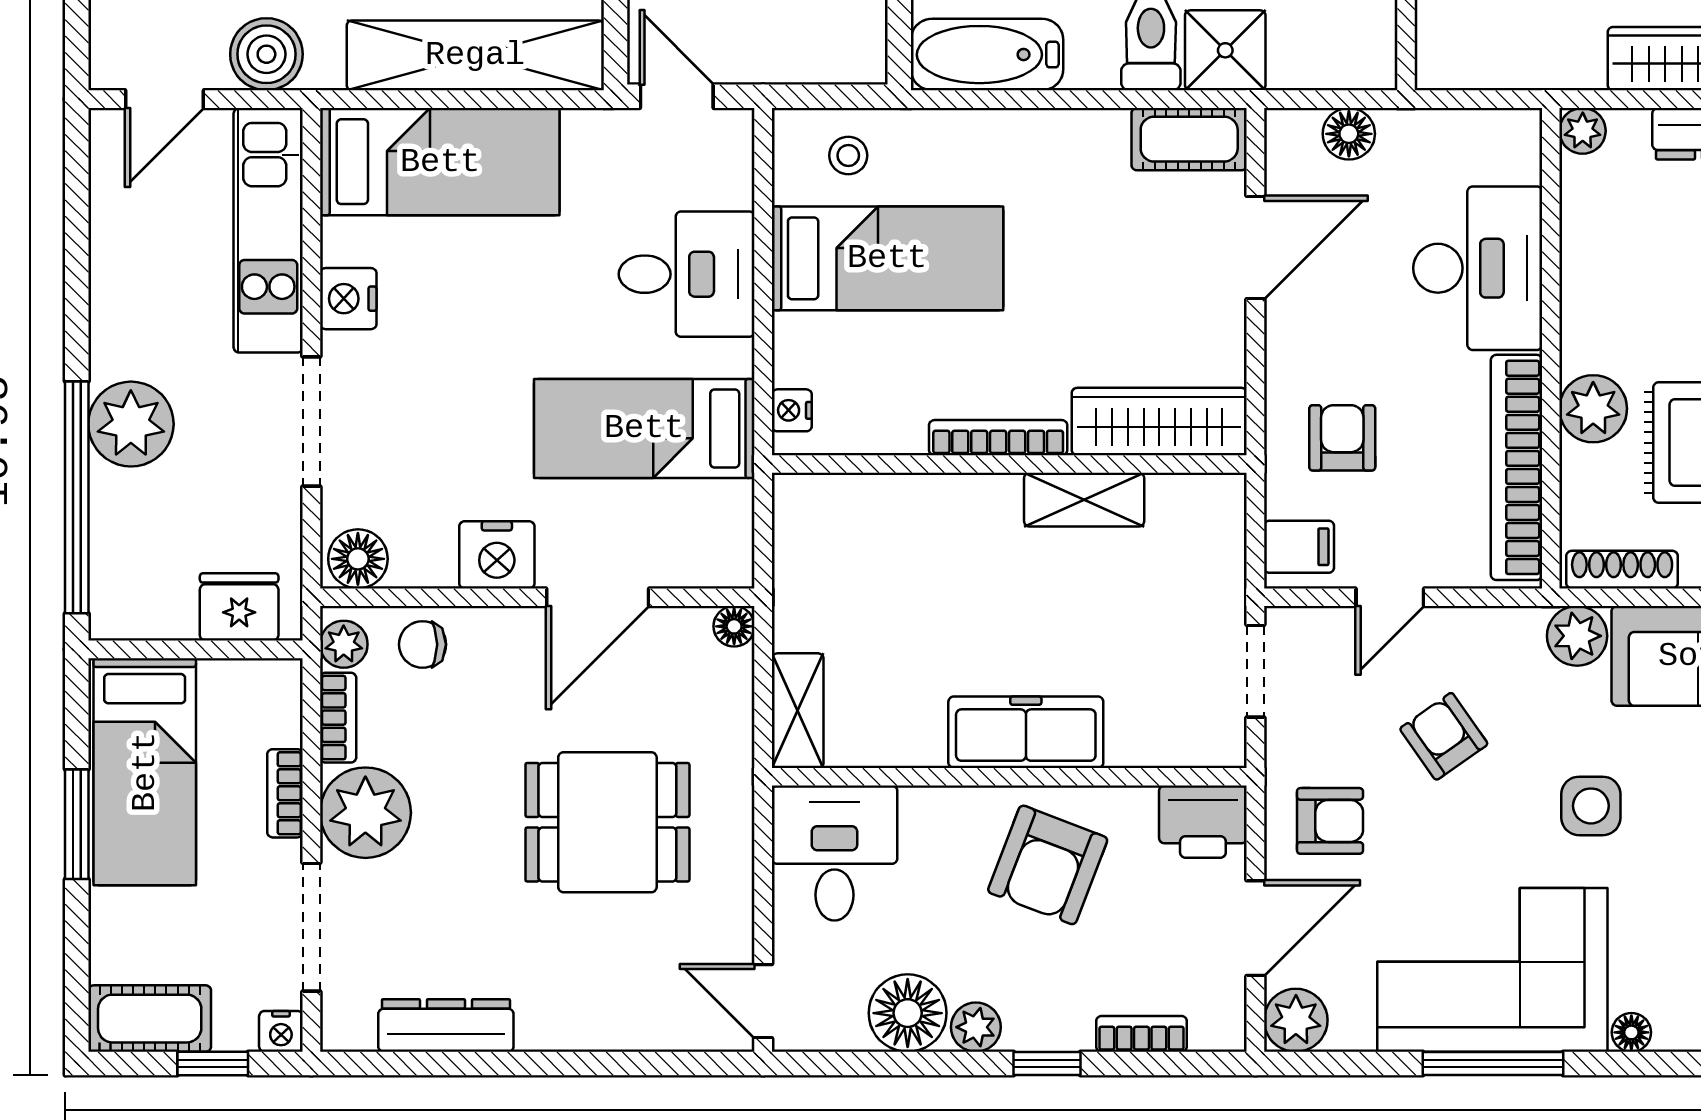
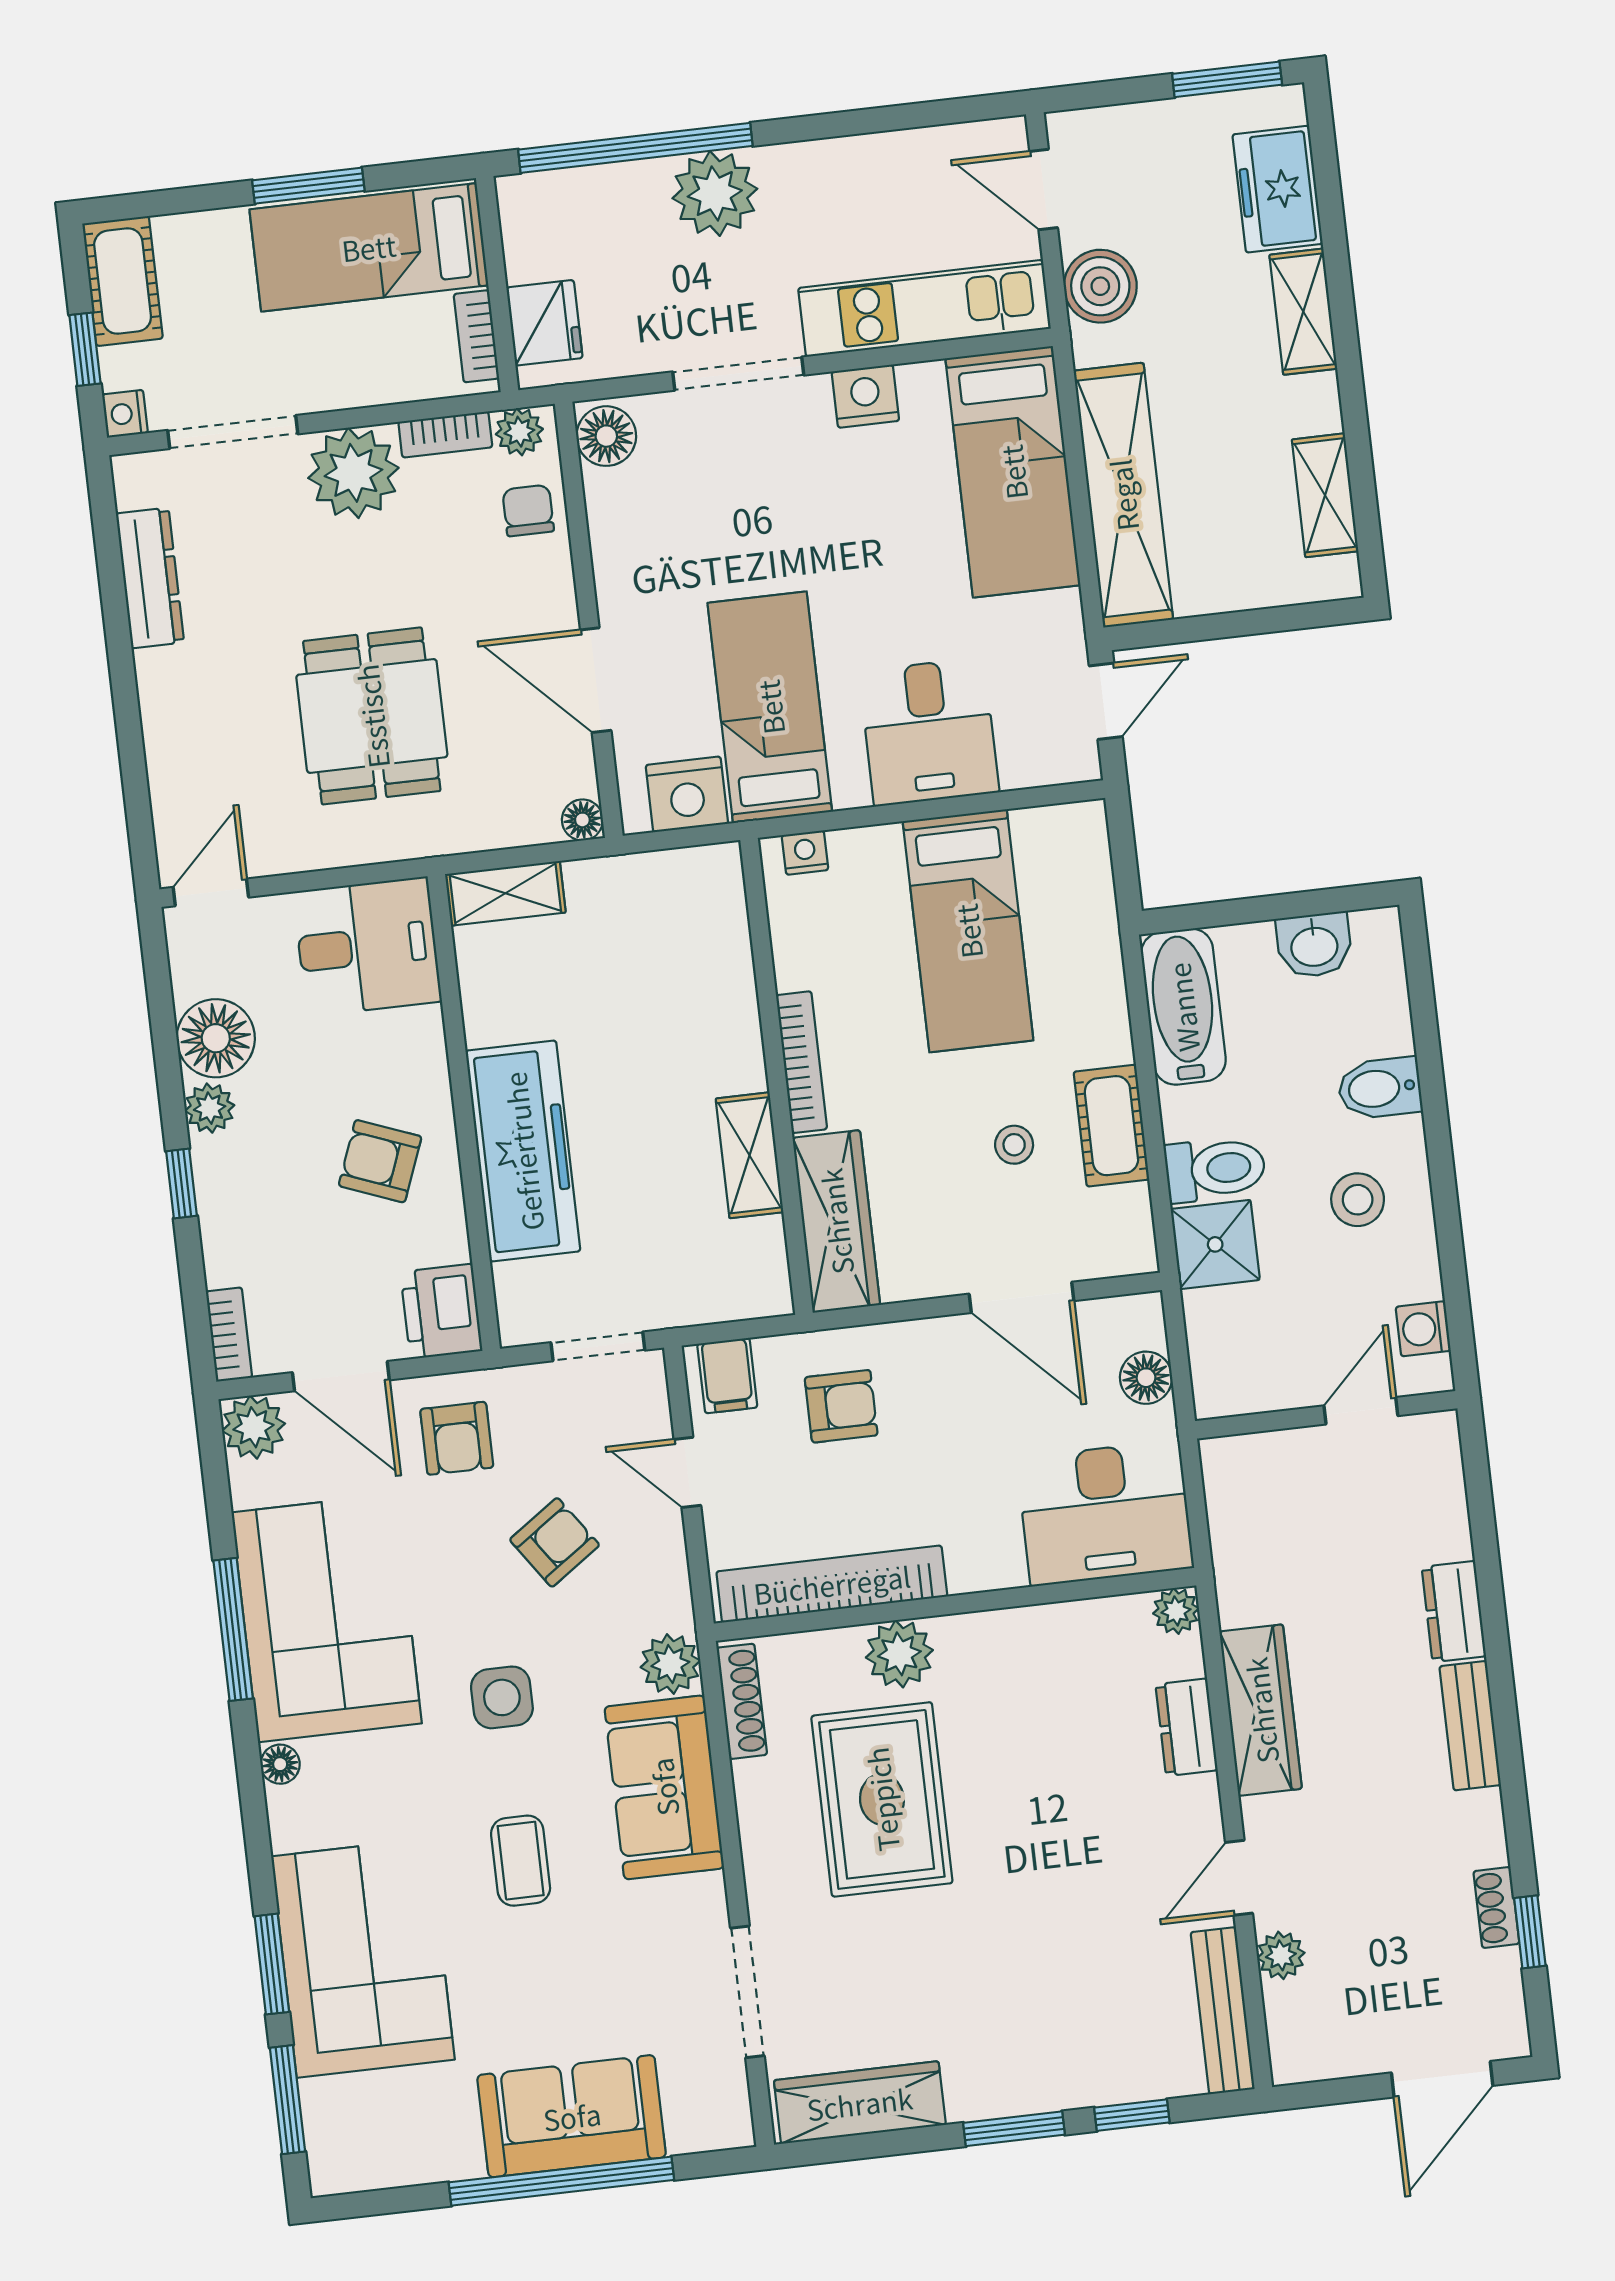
cot: (1189, 139) -> (1111, 1126), moved
stool: (848, 155) -> (1014, 1145), moved
desk: (1478, 268) -> (1105, 1513), moved
nightstand: (497, 555) -> (687, 794), moved, turned -90
freezer: (1026, 732) -> (523, 1151), width x1.36, depth x1.26
bookcase: (285, 793) -> (476, 336), moved, turned -90
armchair: (1048, 865) -> (380, 1161), width x0.72, depth x0.72
bookcase: (1142, 1034) -> (229, 1335), moved

